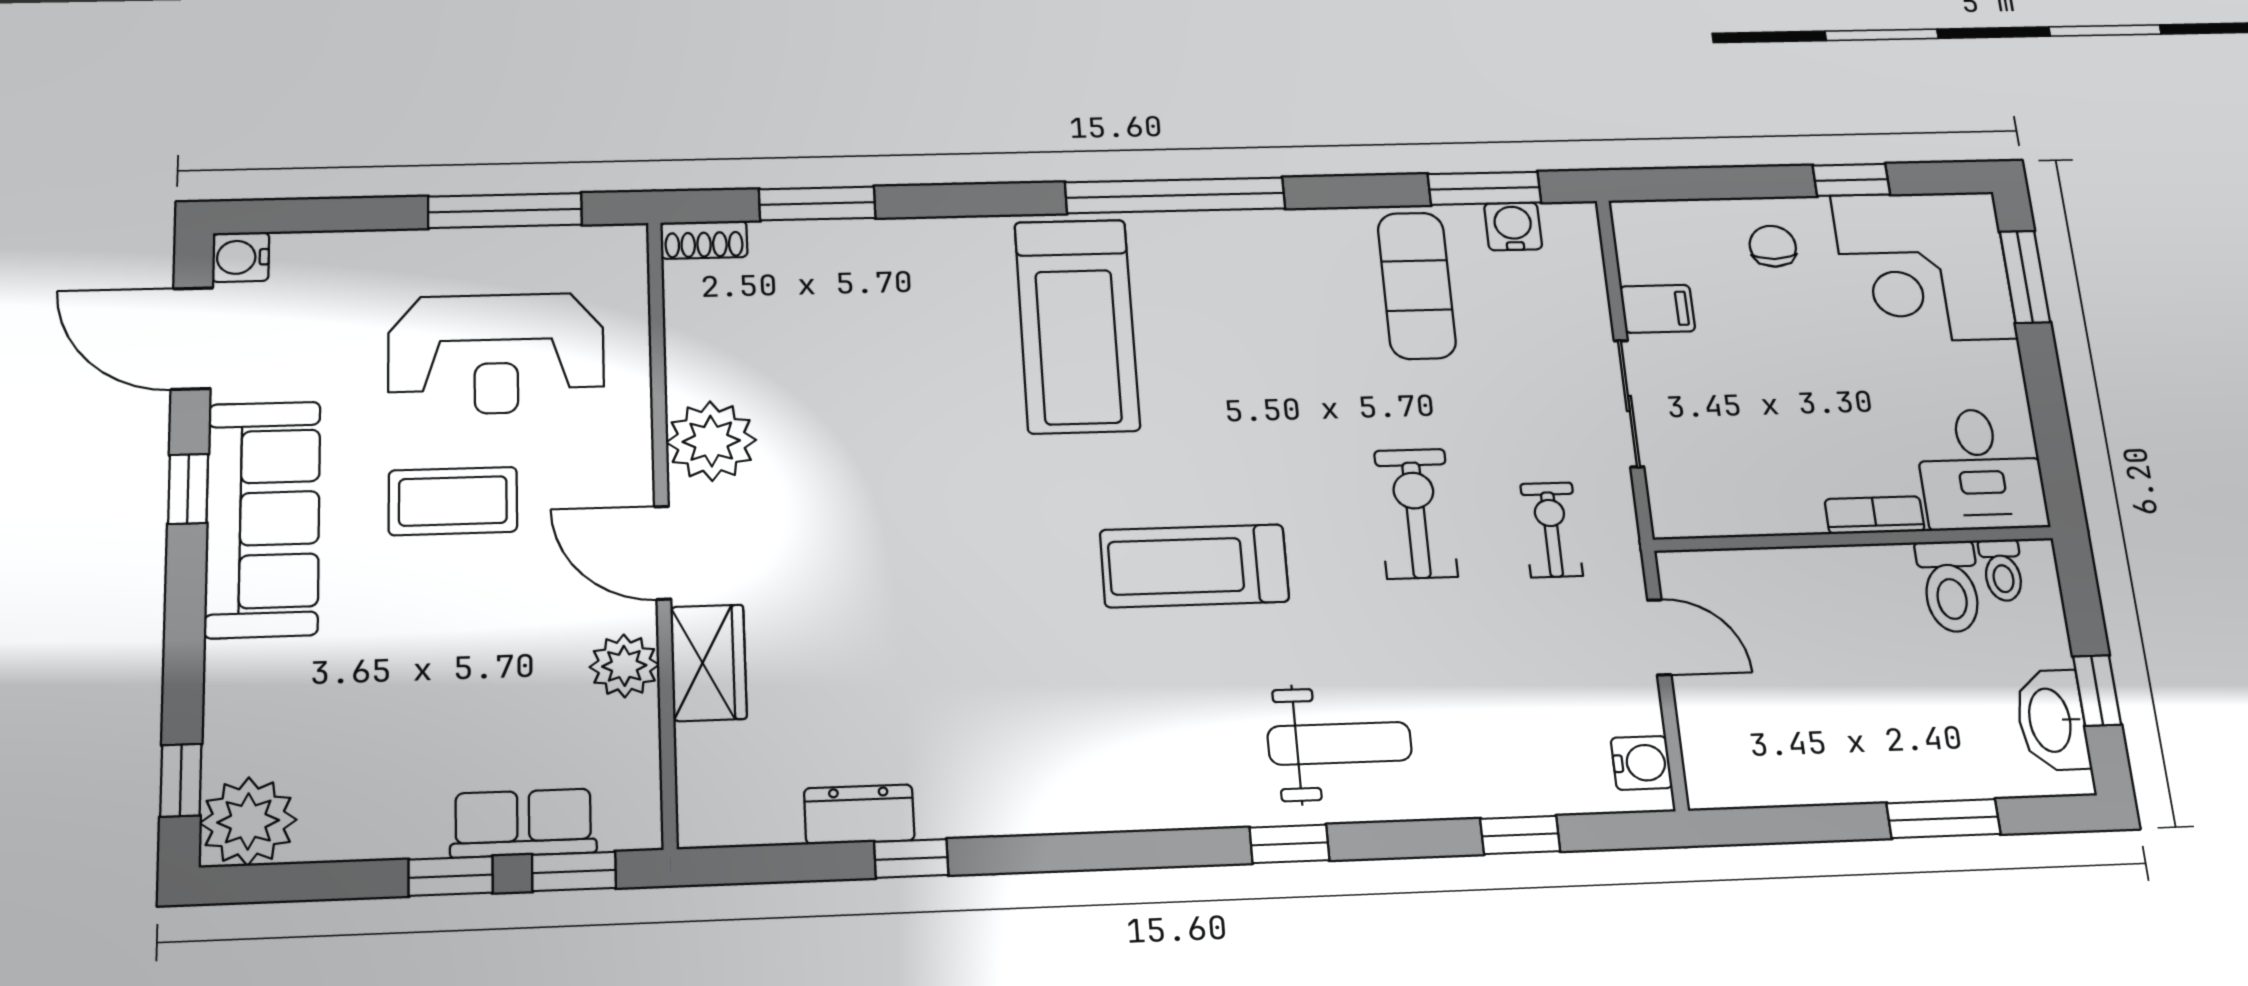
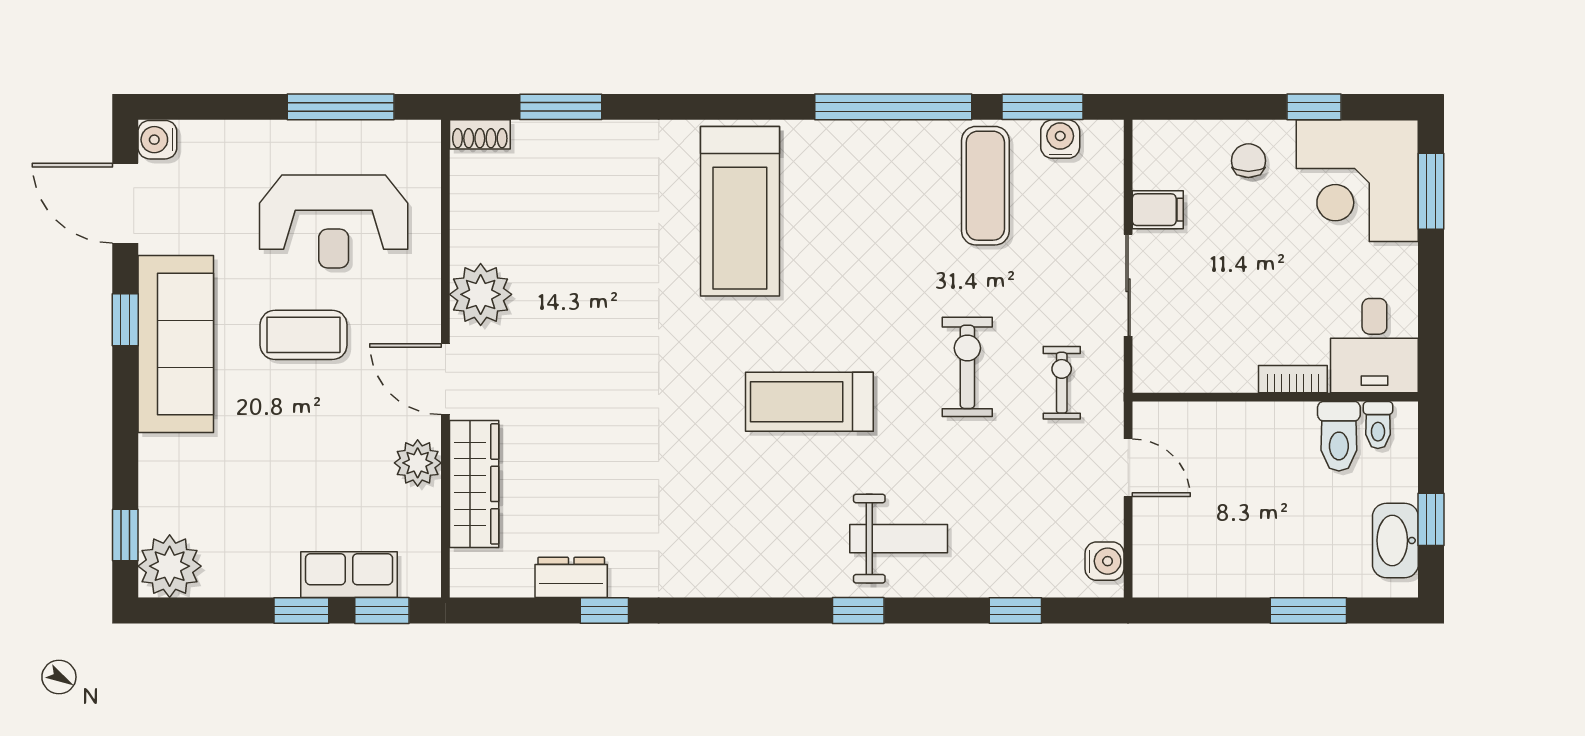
window: (1175, 195) -> (893, 107), moved
wardrobe: (708, 663) -> (474, 484), width x1.50

